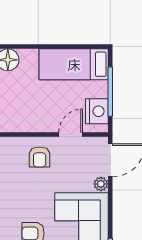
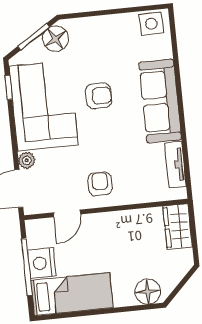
nightstand: (97, 111) -> (42, 263), moved

